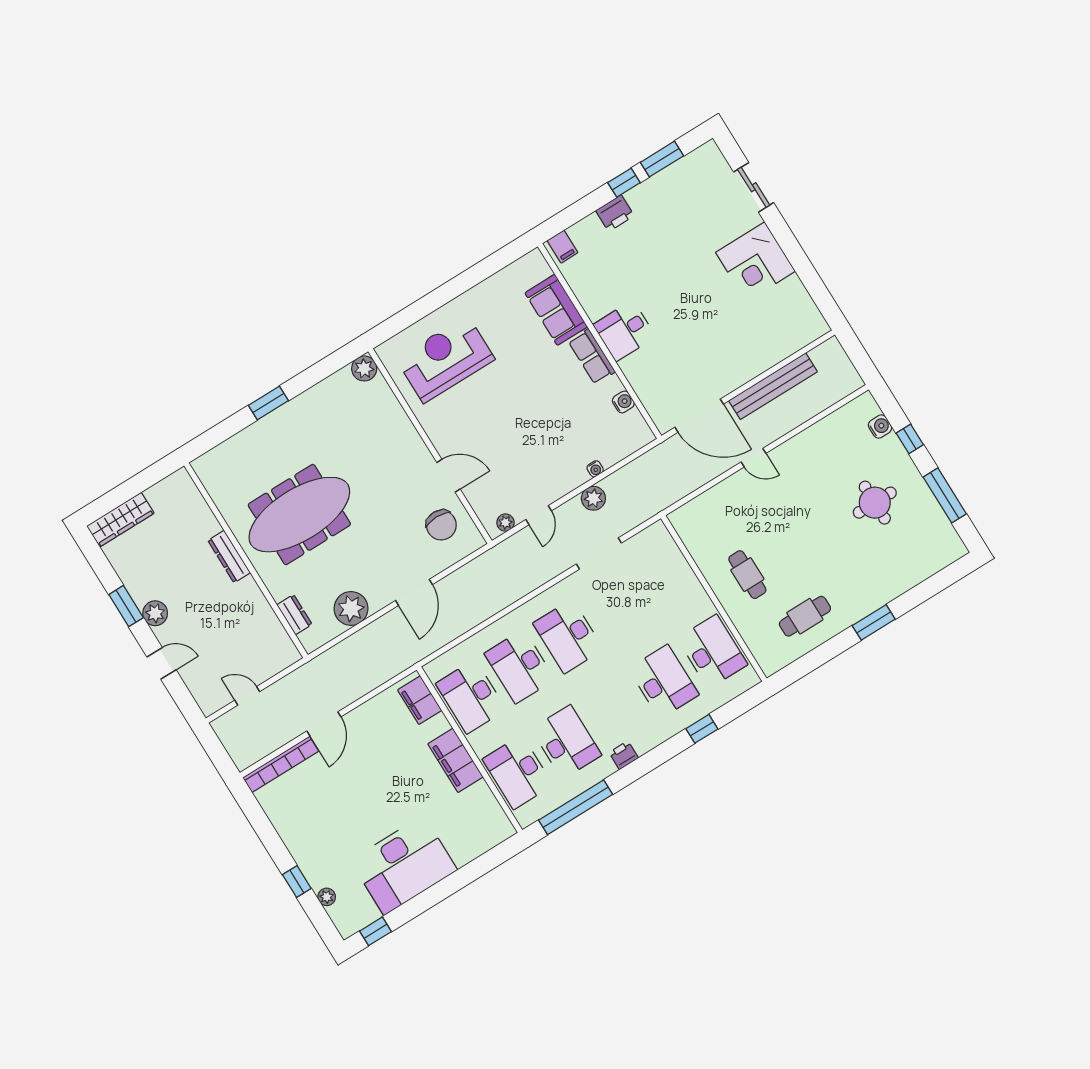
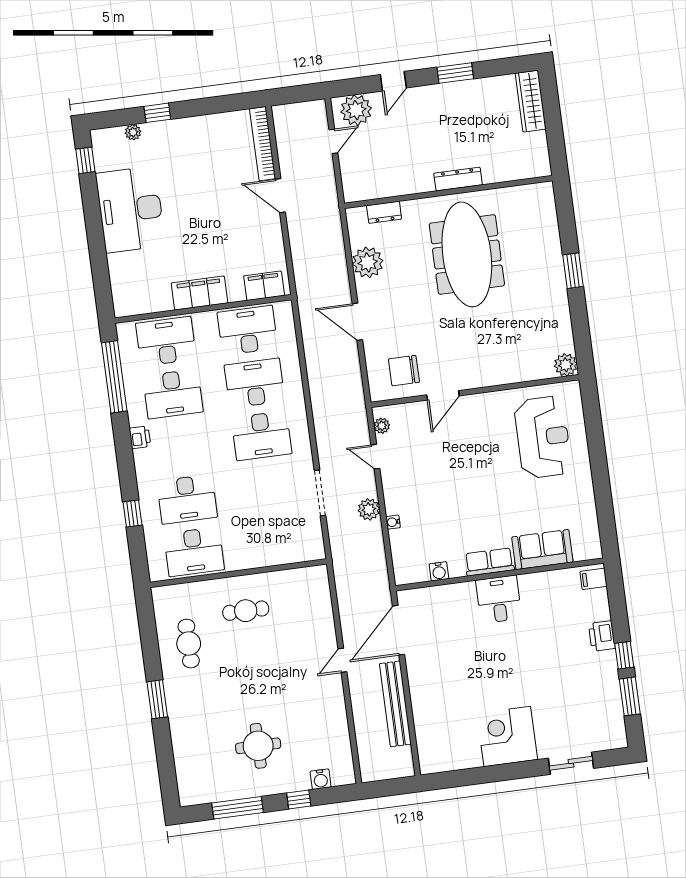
plant: (155, 613) -> (356, 110), moved, width x1.36, depth x1.36
desk: (568, 636) -> (262, 436), turned 180

